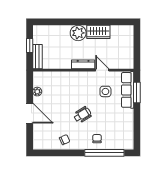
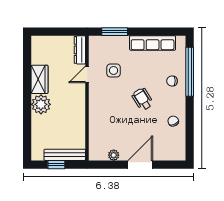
bench: (37, 57) -> (65, 155), width x1.36
dresser: (83, 64) -> (80, 50), moved
row of seats: (128, 90) -> (153, 43), moved

